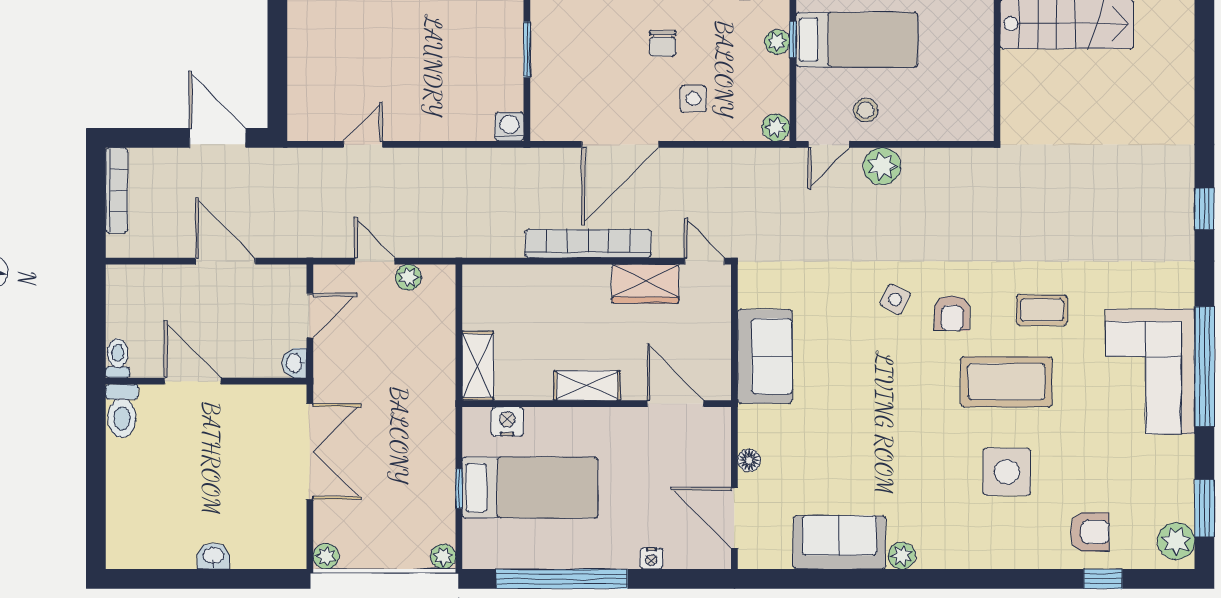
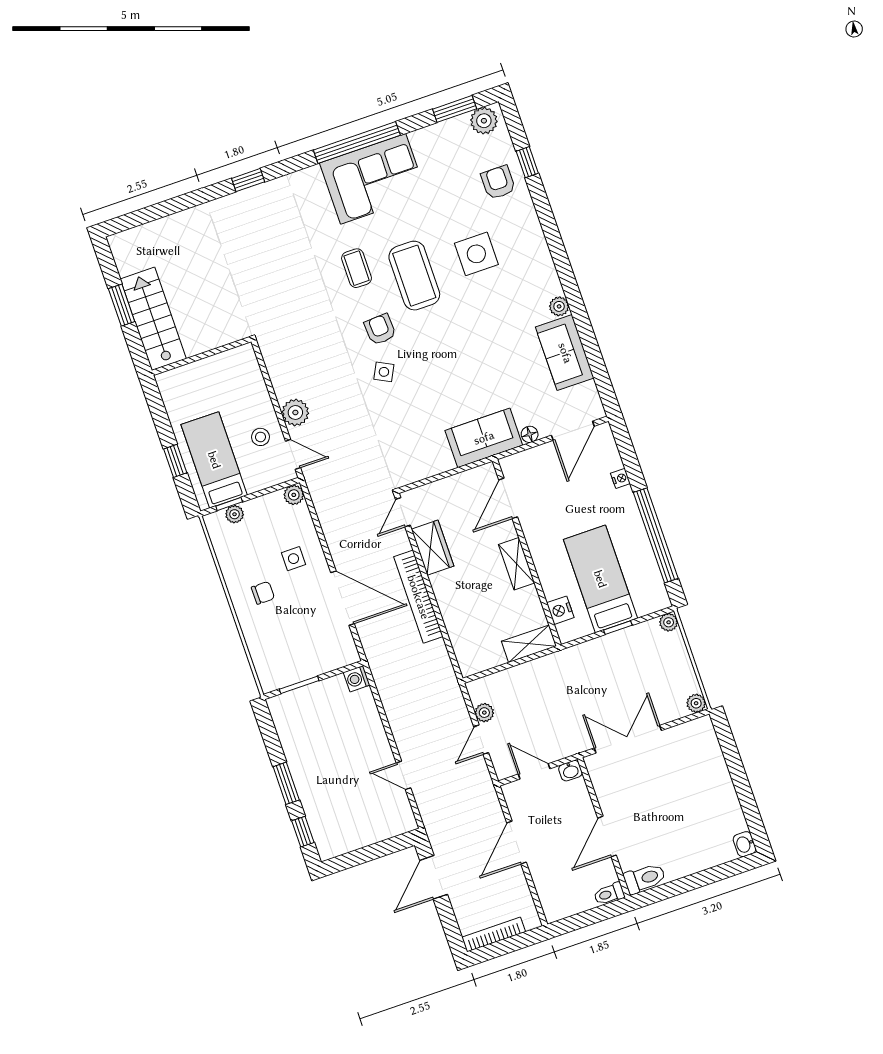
armchair: (952, 313) -> (380, 329), turned -93
sofa: (765, 356) -> (484, 438), moved
washbasin: (213, 556) -> (745, 844), moved

